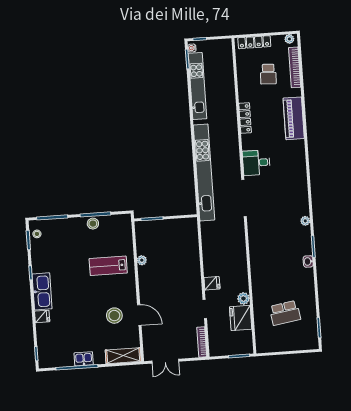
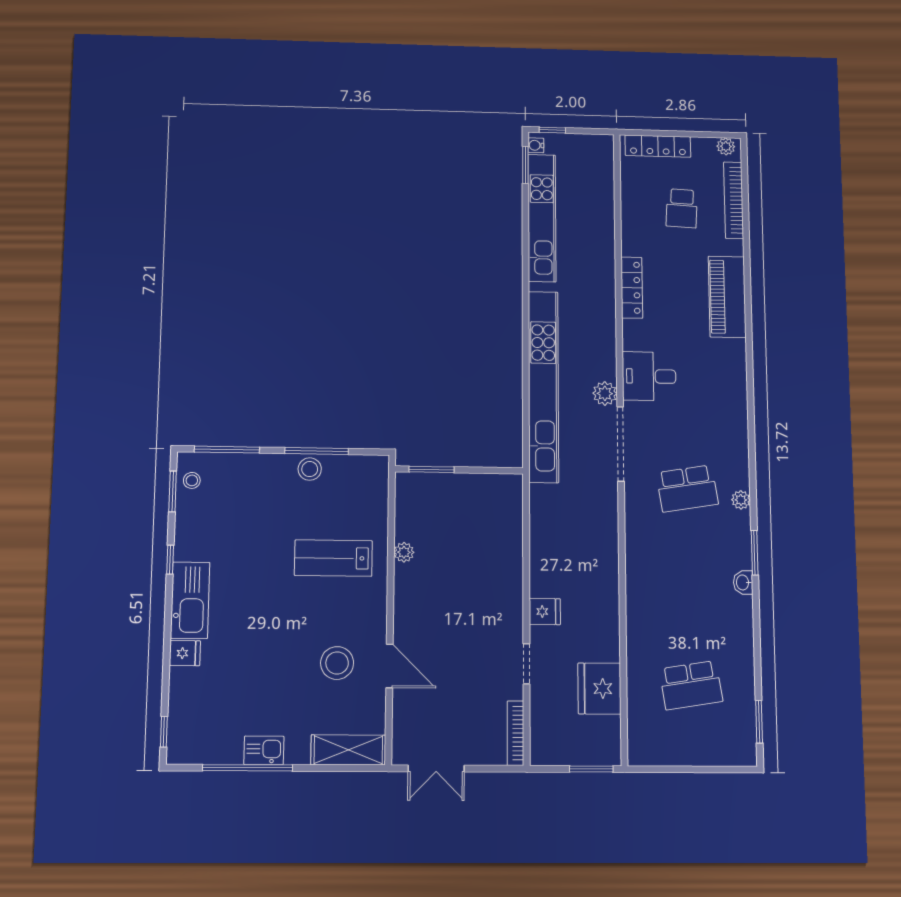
school desk: (278, 217) -> (687, 488), added
plant: (243, 298) -> (605, 393), moved

